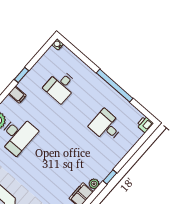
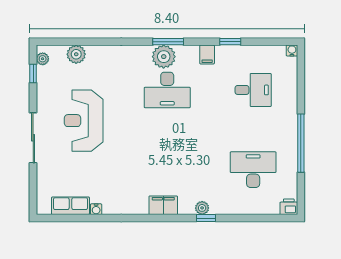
desk: (61, 86) -> (253, 90), turned 180
desk: (106, 126) -> (253, 170), width x1.37
plant: (94, 184) -> (202, 208), moved

